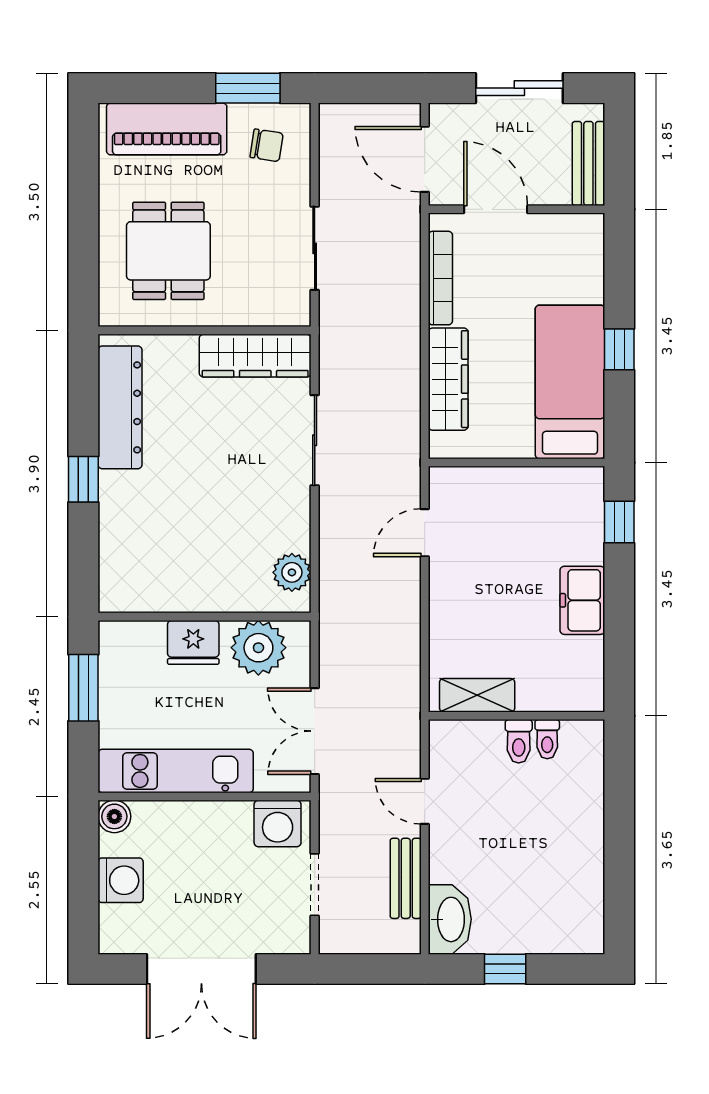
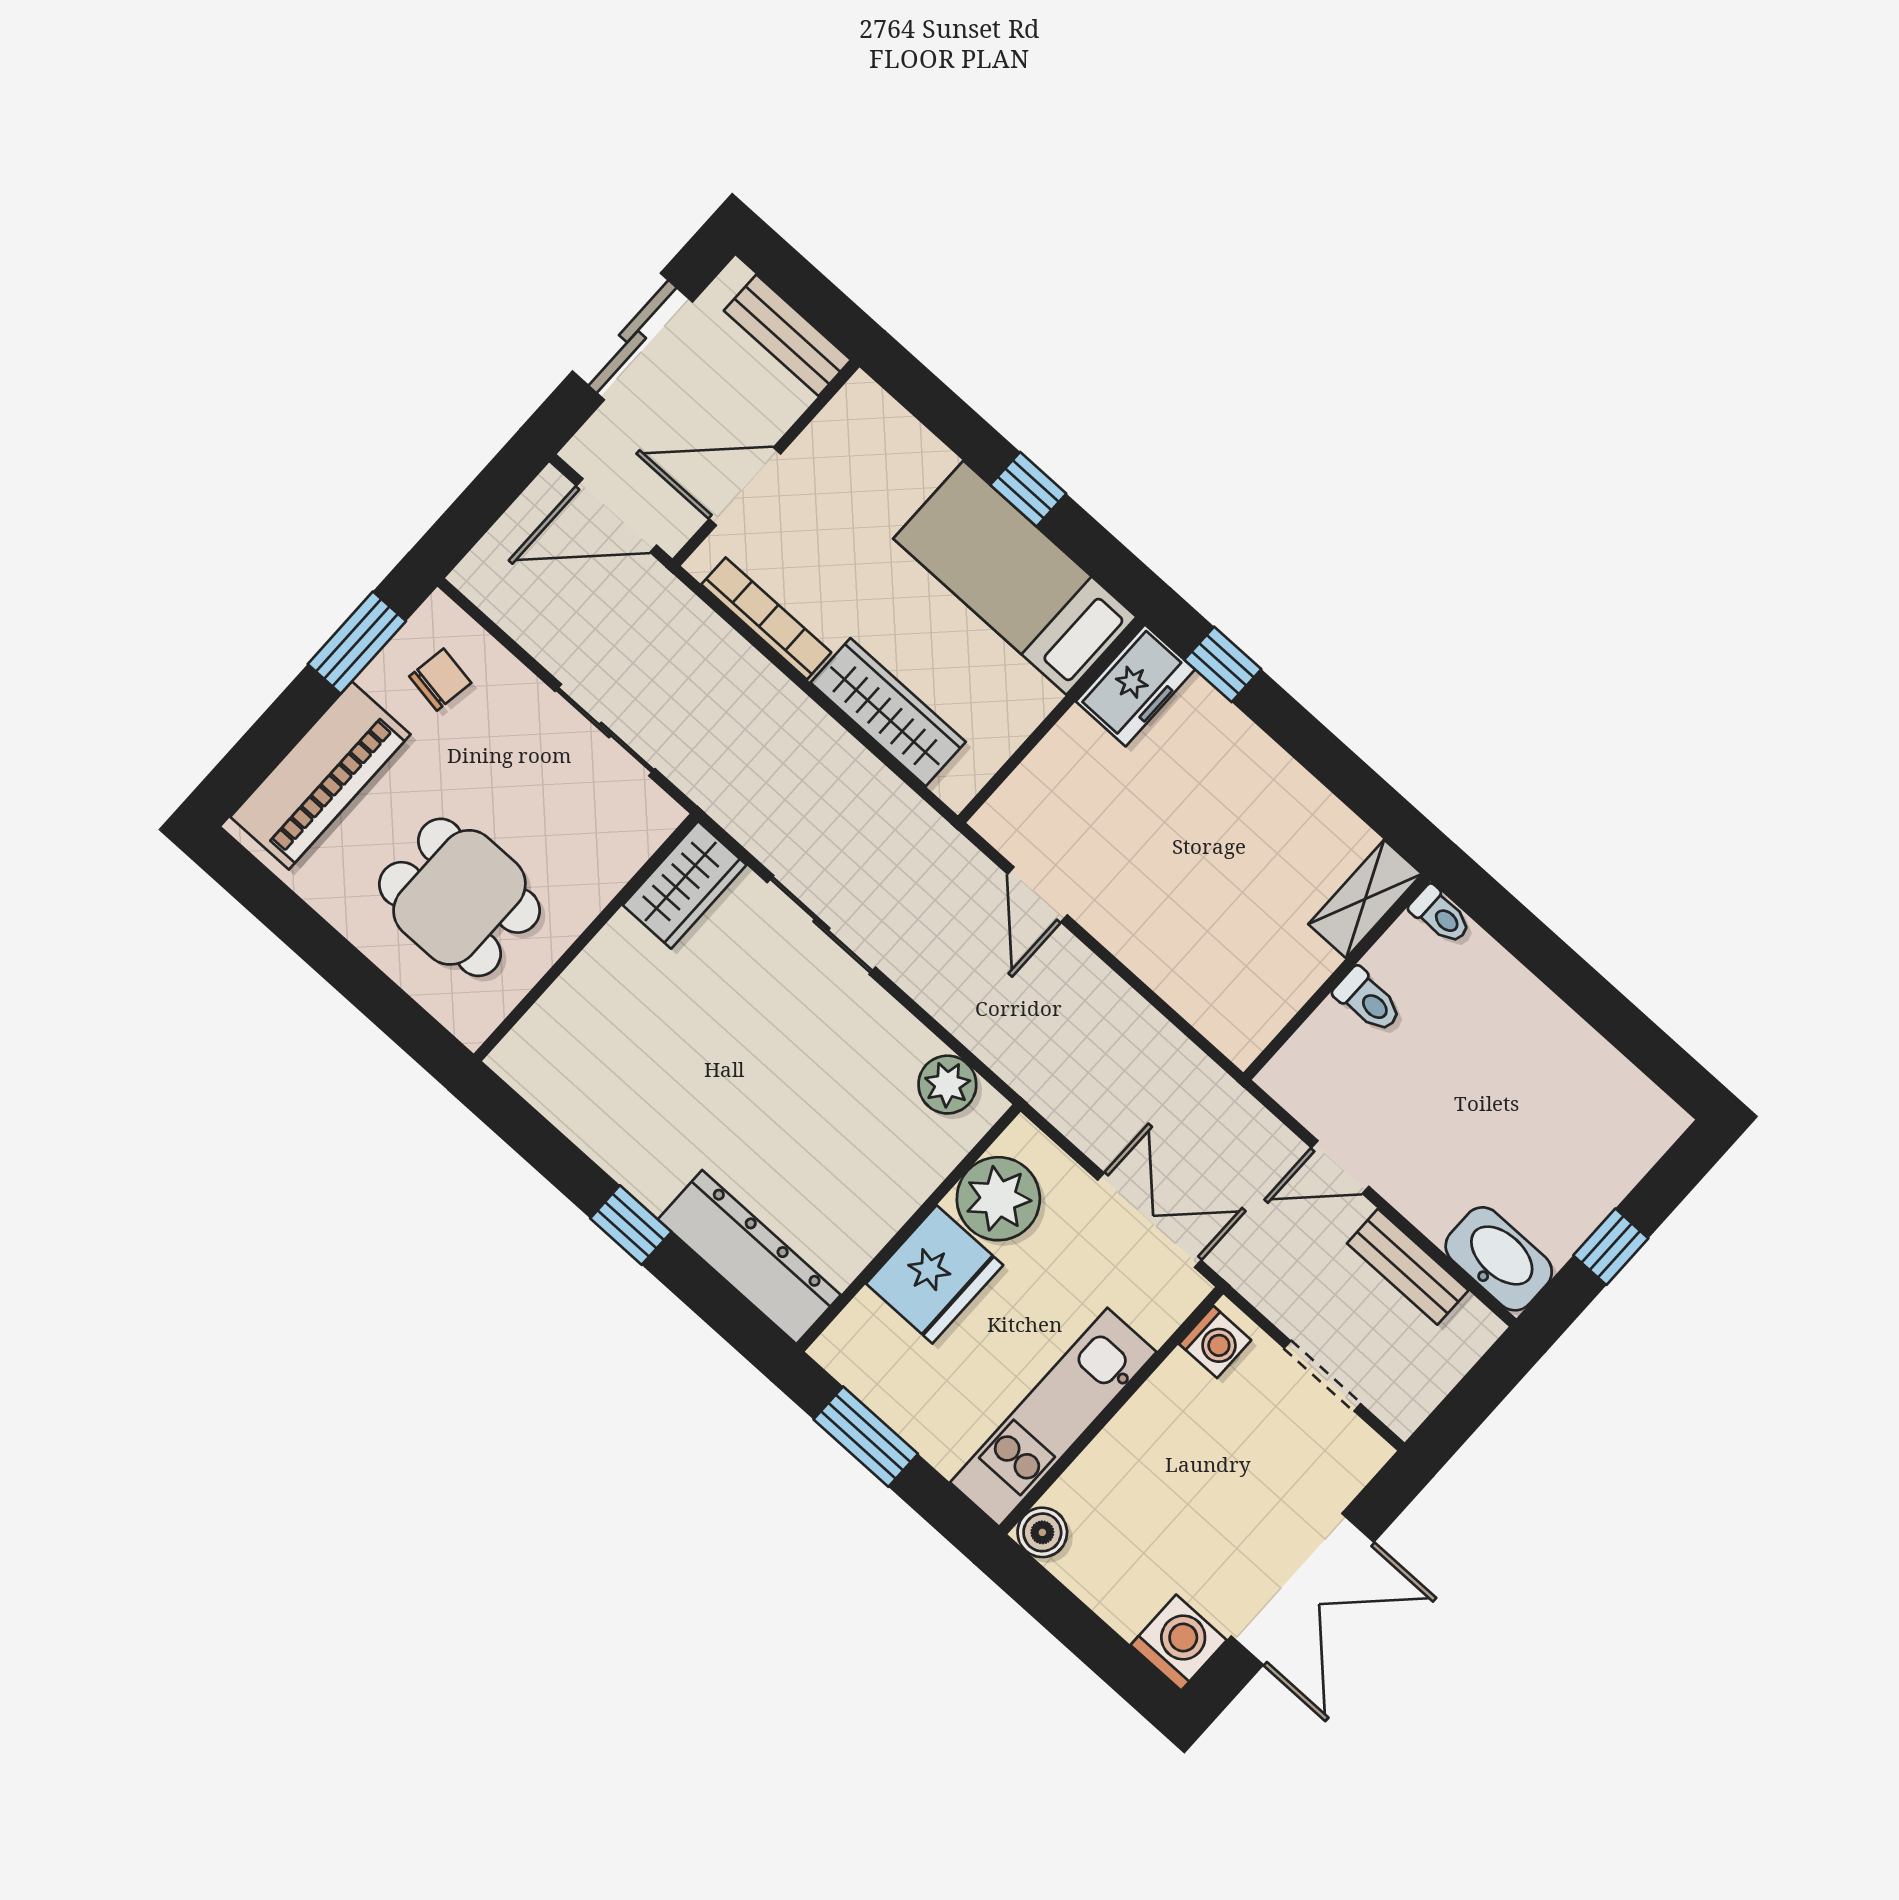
wardrobe: (255, 356) -> (685, 885), width x0.67
dresser: (120, 407) -> (749, 1257), moved
freezer: (582, 600) -> (1135, 685), moved, turned -90
fridge: (193, 642) -> (935, 1274), width x1.36, depth x1.34
shelving: (477, 695) -> (1365, 899), moved
double door: (315, 731) -> (1149, 1220), swing flipped
toilet: (547, 739) -> (1440, 915), moved
washing machine: (278, 823) -> (1215, 1342), width x0.73, depth x0.73
washing machine: (121, 880) -> (1179, 1643), moved

